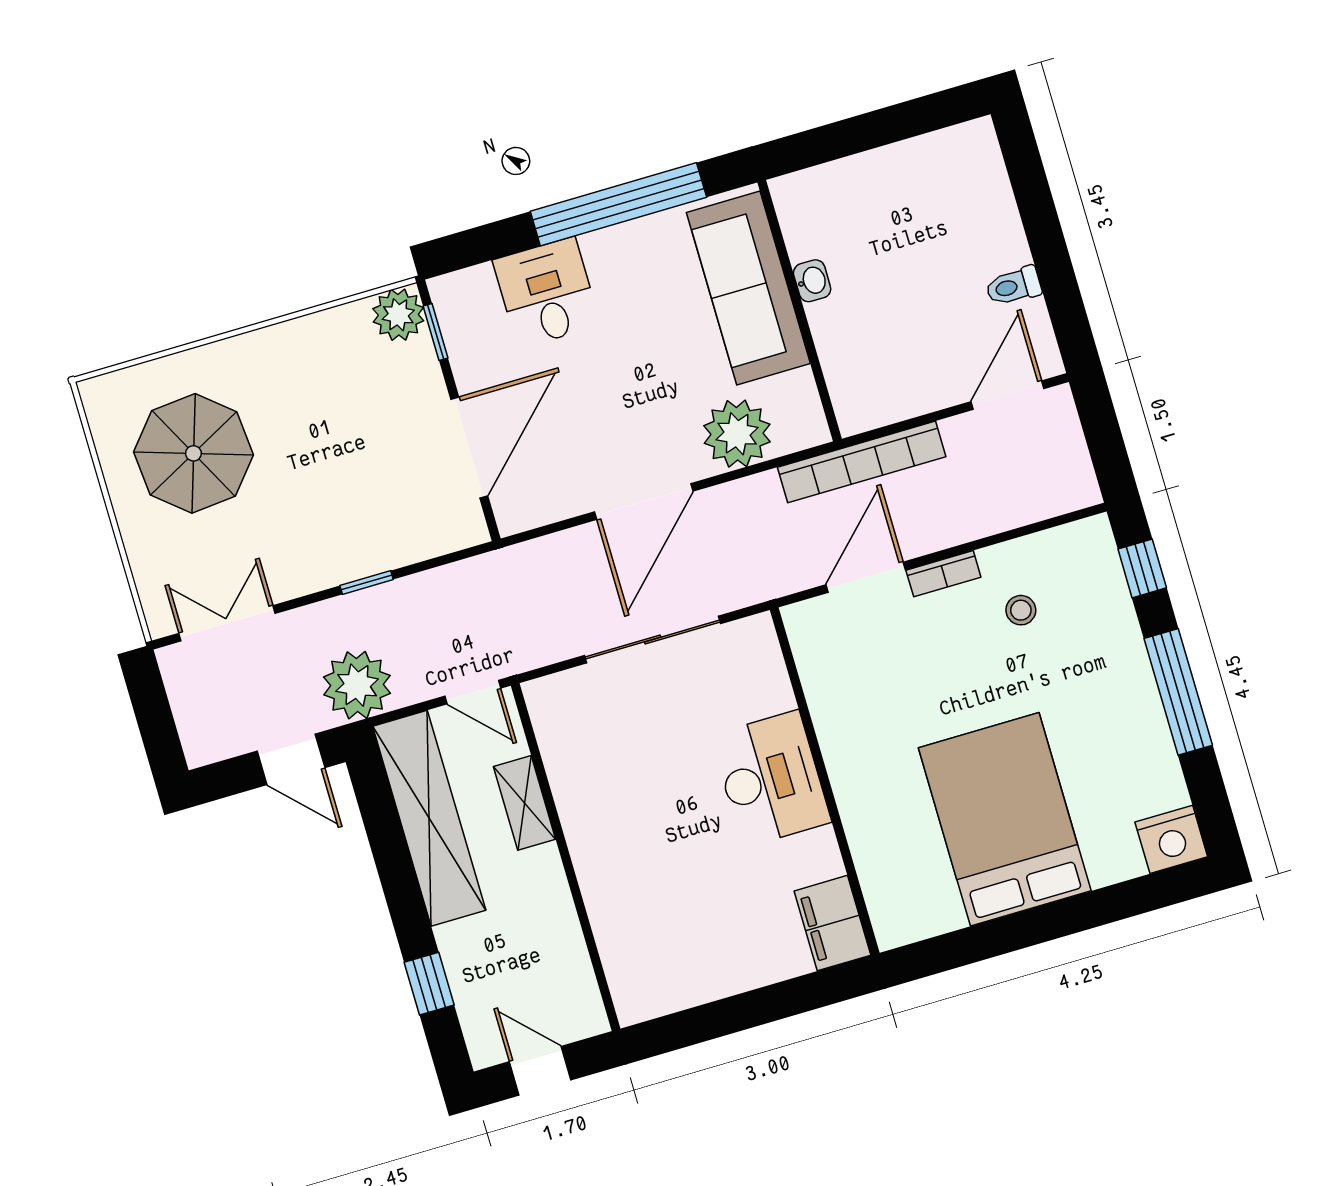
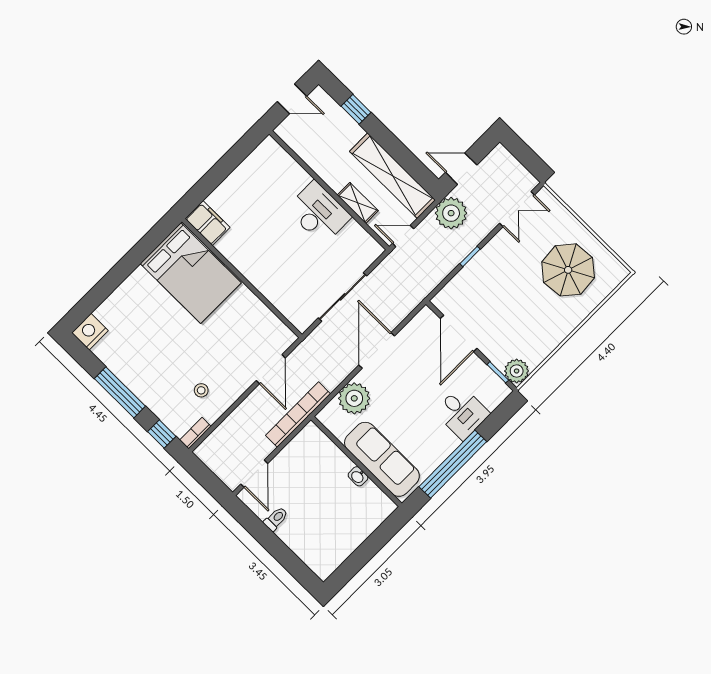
bookcase: (943, 574) -> (195, 433), moved
desk: (771, 779) -> (319, 213), moved, turned 180
bed: (1005, 819) -> (191, 273), moved

